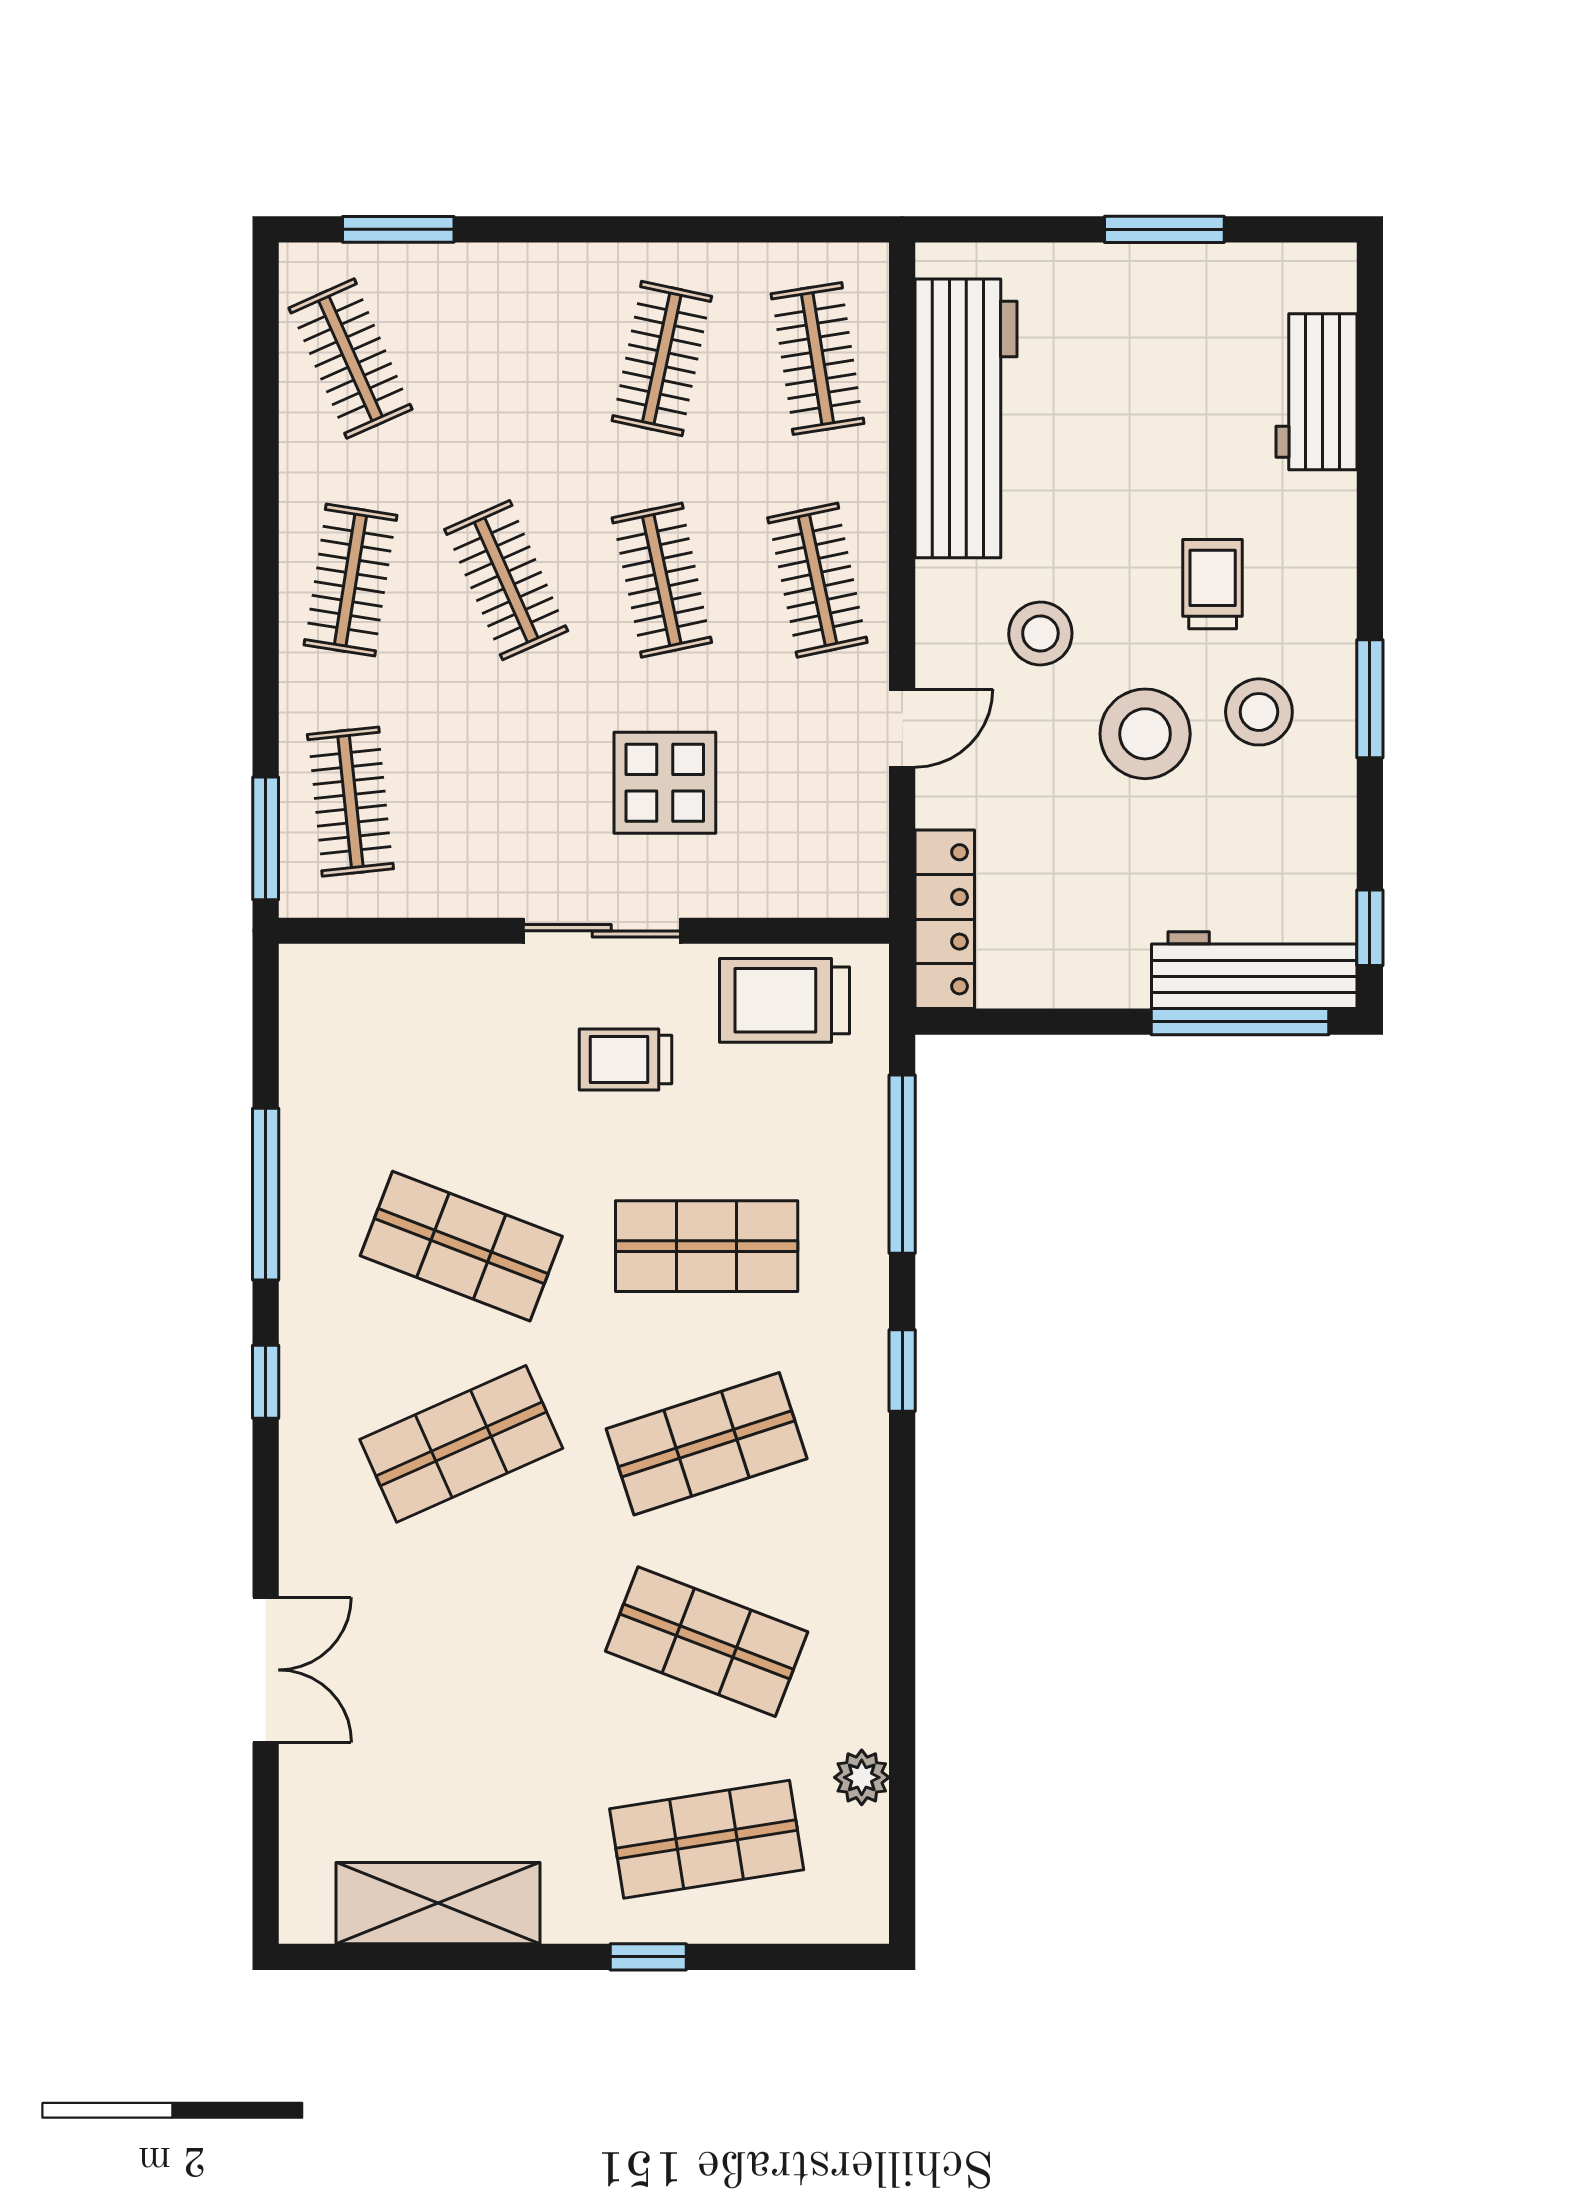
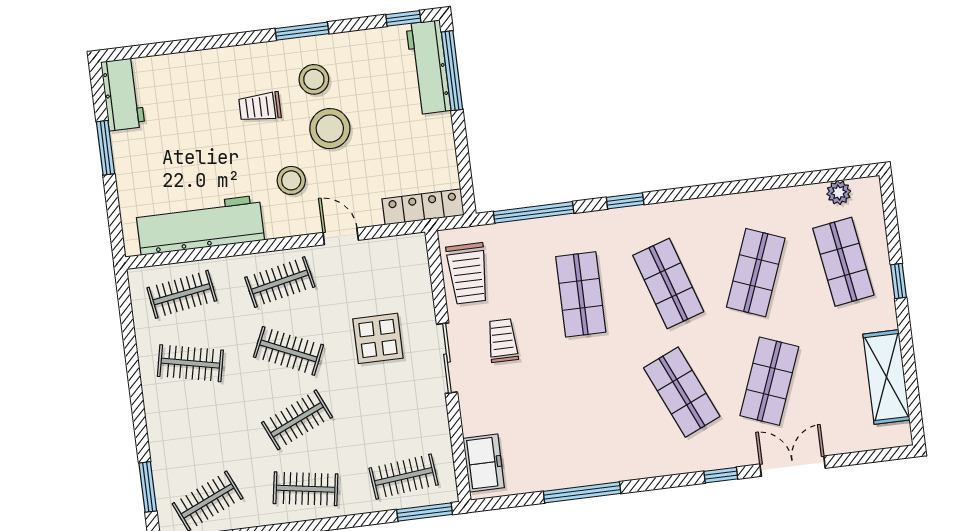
workbench: (1316, 392) -> (123, 94), moved, turned -90
clothes rail: (662, 580) -> (288, 351), turned 36
freezer: (358, 983) -> (484, 463), added
trolley: (625, 1059) -> (503, 341), turned 180
shop shelf: (461, 1246) -> (769, 381), moved
window: (266, 1382) -> (721, 475), moved
plant: (862, 1777) -> (839, 193), moved

